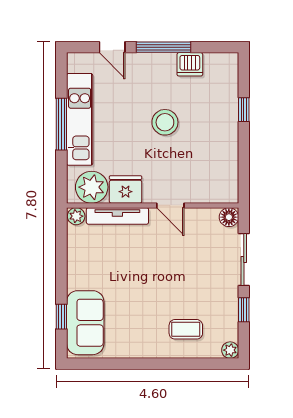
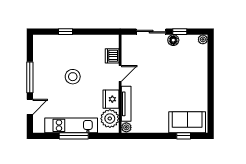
dishwasher: (190, 64) -> (112, 56), moved, turned 180
floor lamp: (229, 217) -> (173, 40), moved
coffee table: (186, 329) -> (191, 65), removed

